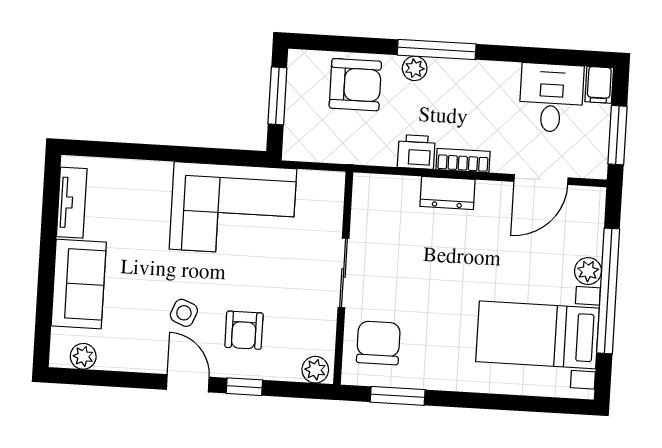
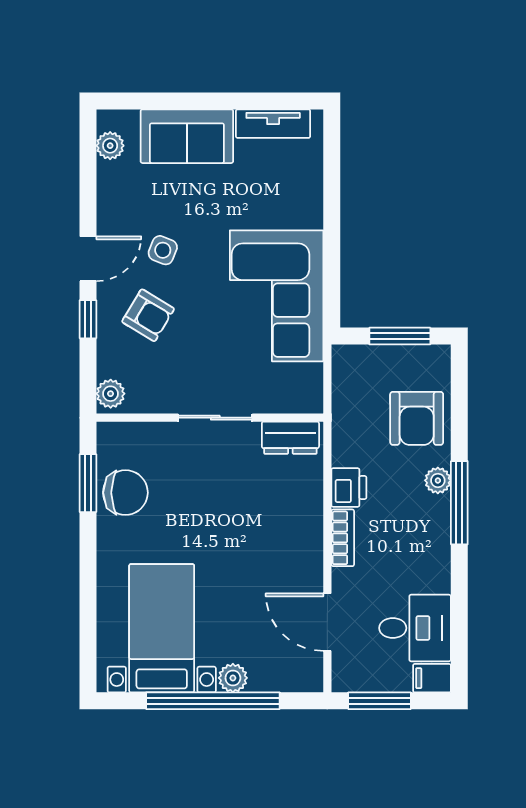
dresser: (448, 193) -> (290, 438), moved, turned -90
armchair: (244, 330) -> (148, 315), turned -149
chair: (378, 343) -> (125, 493), moved

